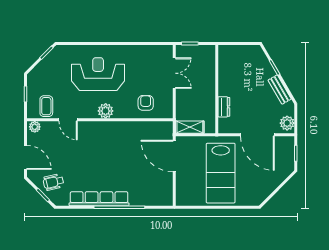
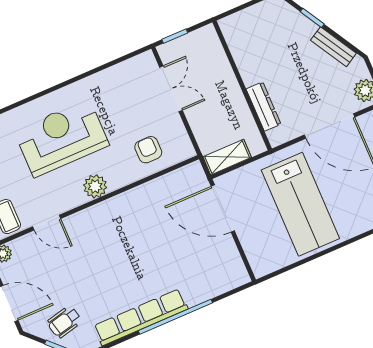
dresser: (224, 107) -> (264, 107), width x1.44

